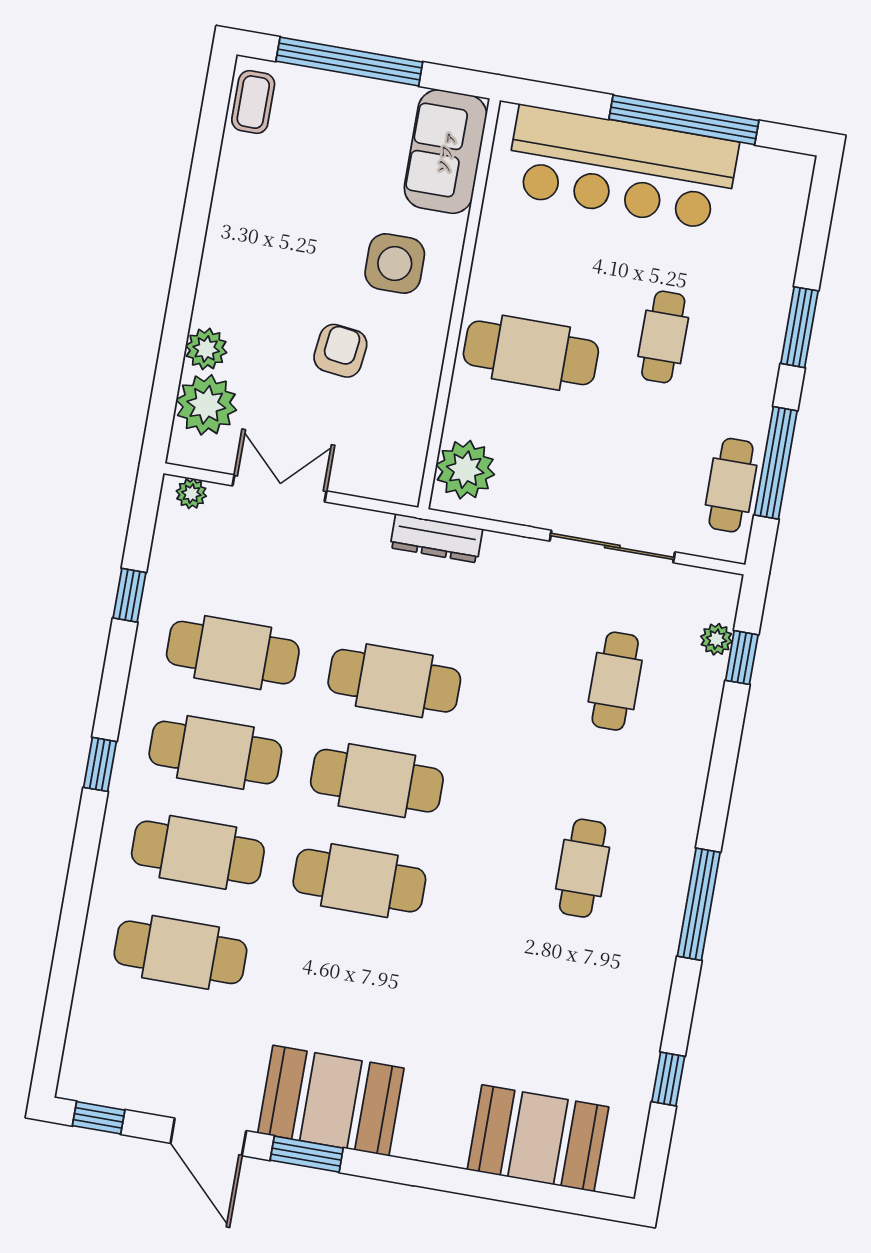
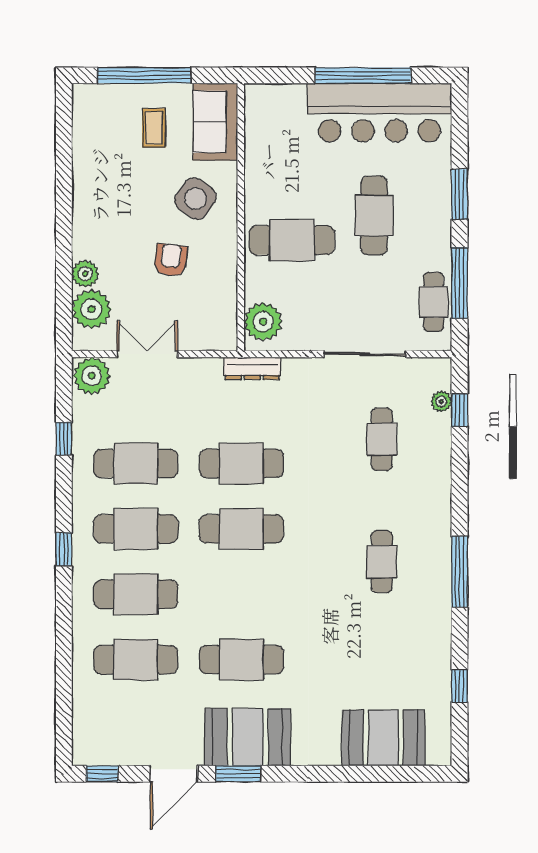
coffee table: (253, 102) -> (154, 128), moved
bar counter: (622, 168) -> (379, 113), moved
side table: (395, 264) -> (195, 199), turned 36
cafe table: (663, 337) -> (374, 215), width x1.37, depth x1.35
plant: (191, 494) -> (92, 376), width x1.87, depth x1.87
cafe table: (359, 881) -> (241, 660), moved
door: (208, 1137) -> (174, 774), hinge flipped

